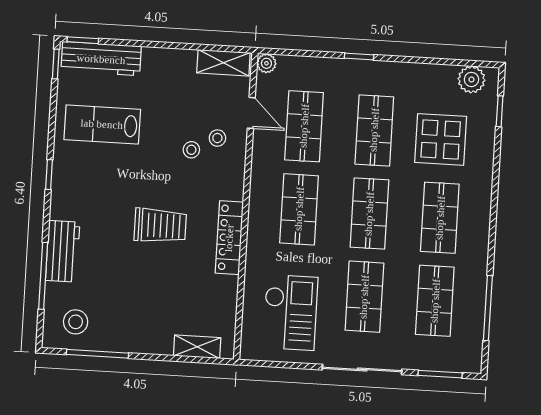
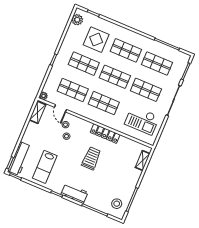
door: (251, 113) -> (60, 108), swing flipped
workbench: (63, 251) -> (74, 193), moved
checkout: (290, 312) -> (142, 120), turned 180

